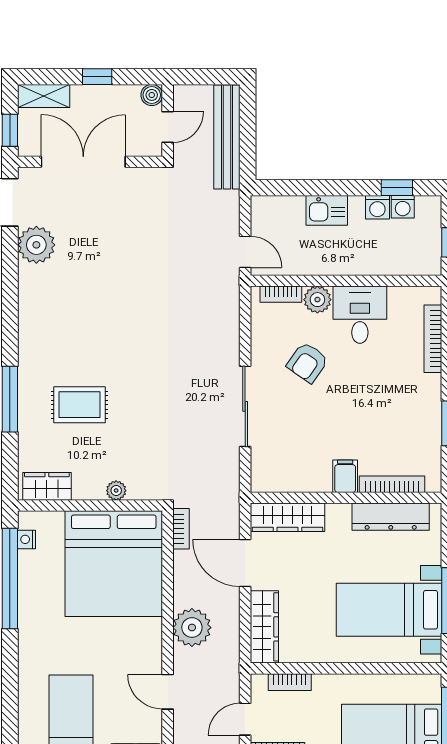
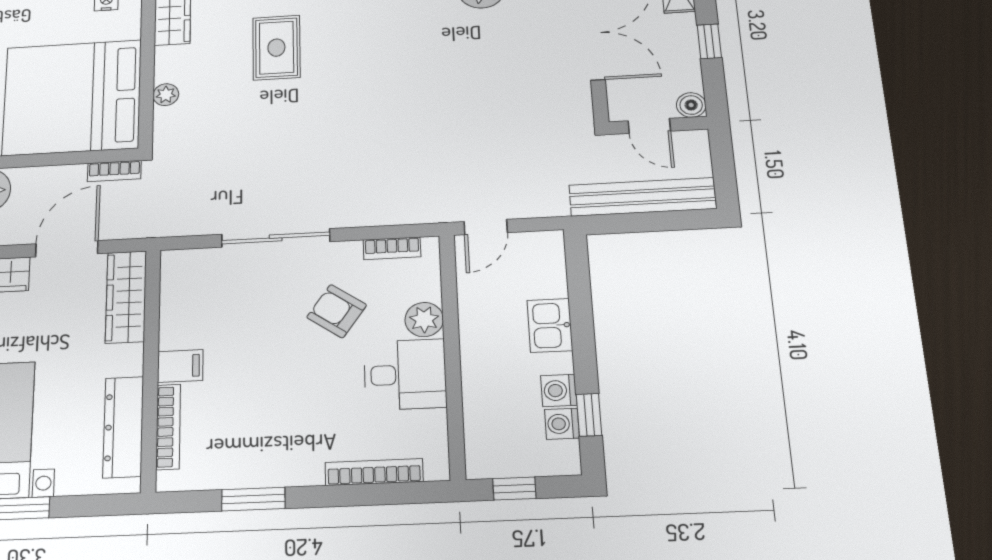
bookcase: (281, 294) -> (392, 248), moved, turned -90

